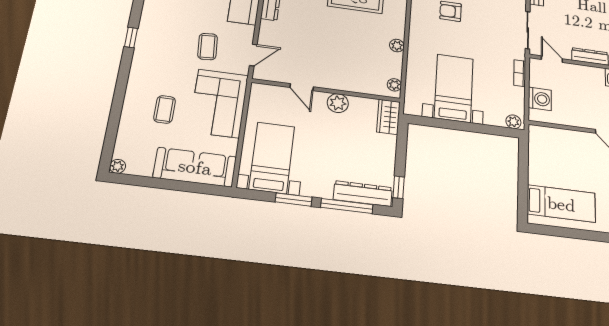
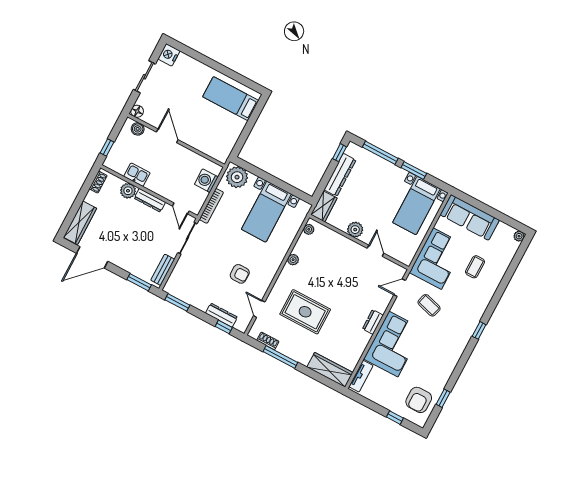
coffee table: (208, 47) -> (429, 305), turned -70
bookcase: (520, 73) -> (211, 206), width x1.56
plant: (513, 122) -> (237, 177), width x1.88, depth x1.88
dresser: (363, 194) -> (340, 175), moved, turned -90

